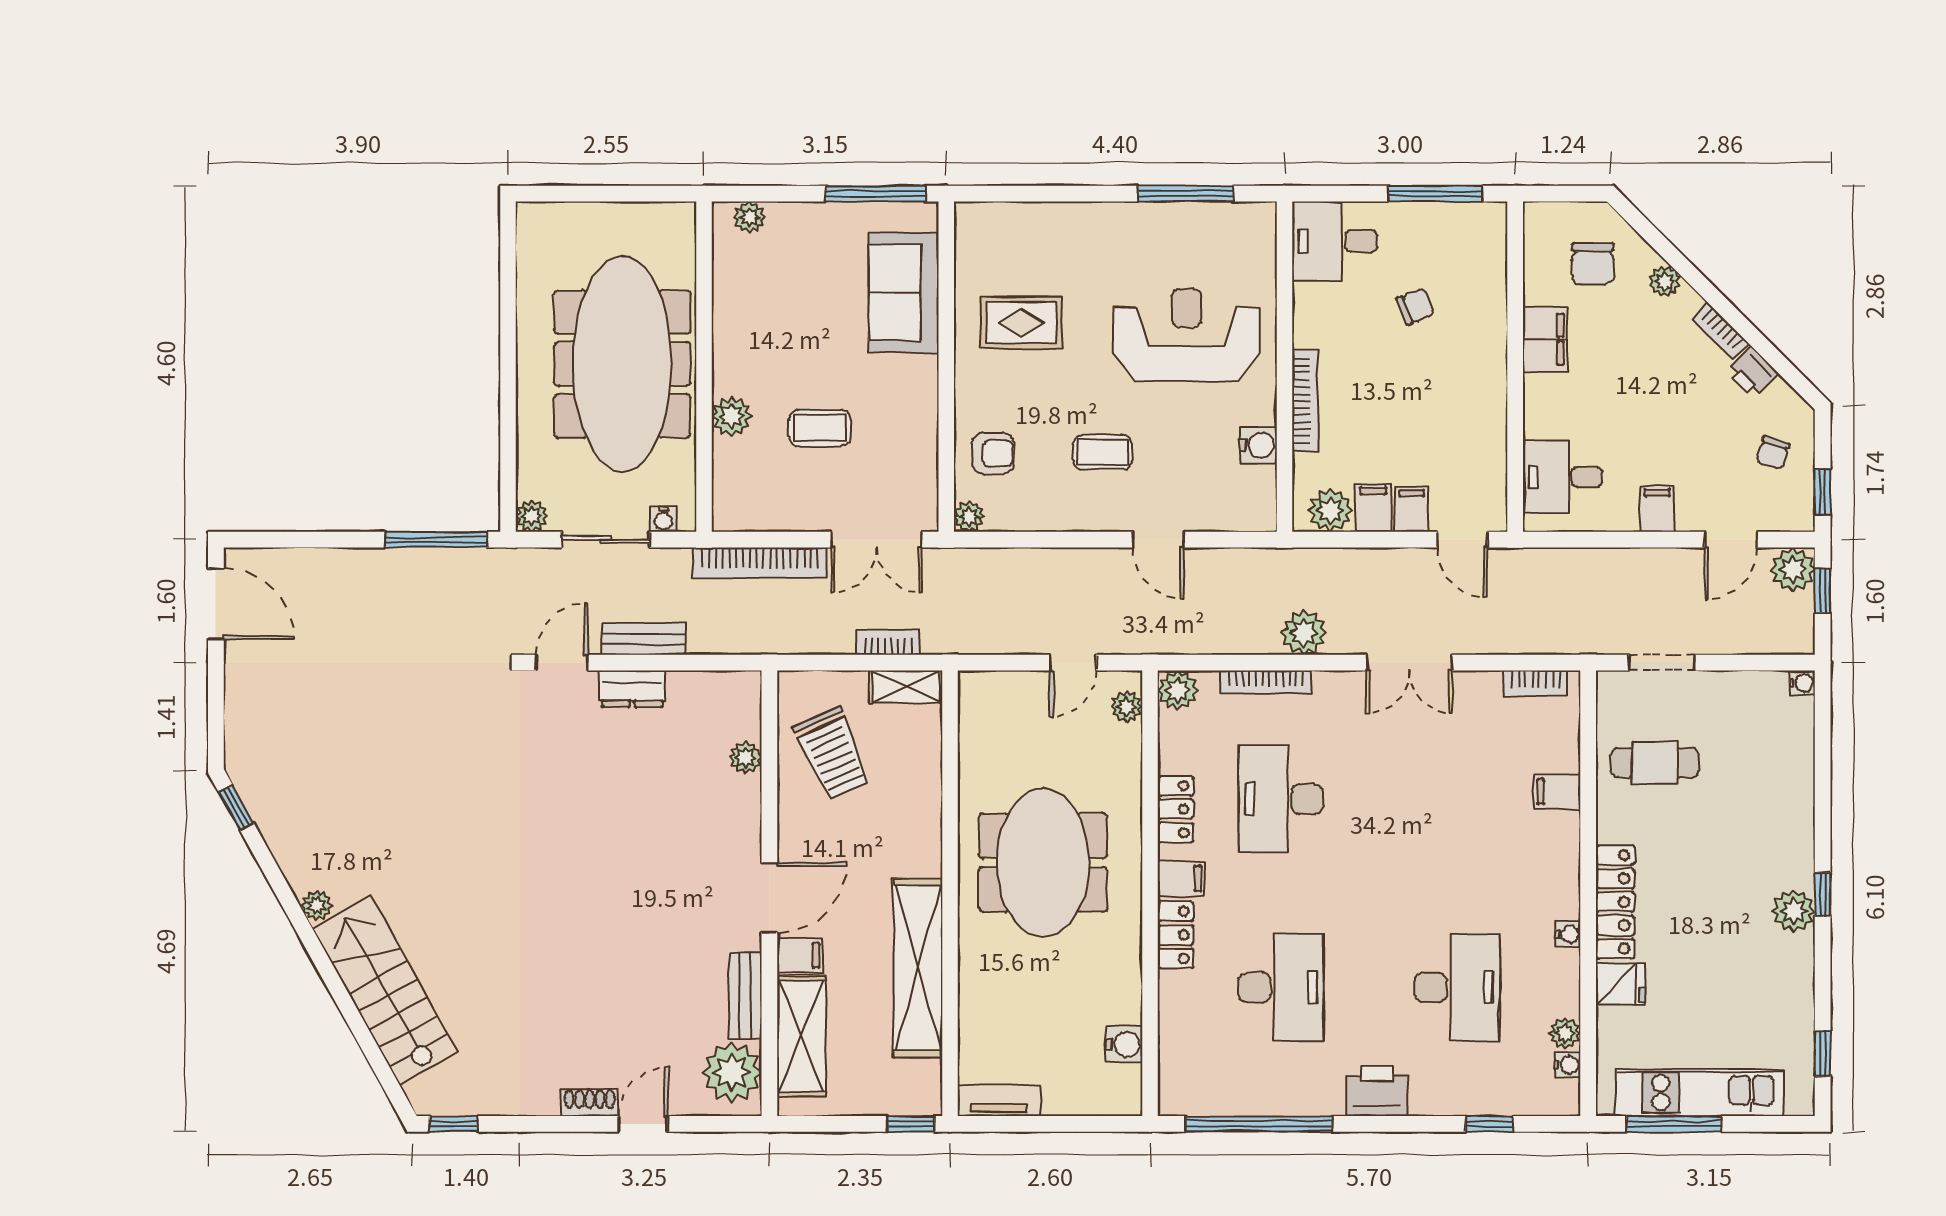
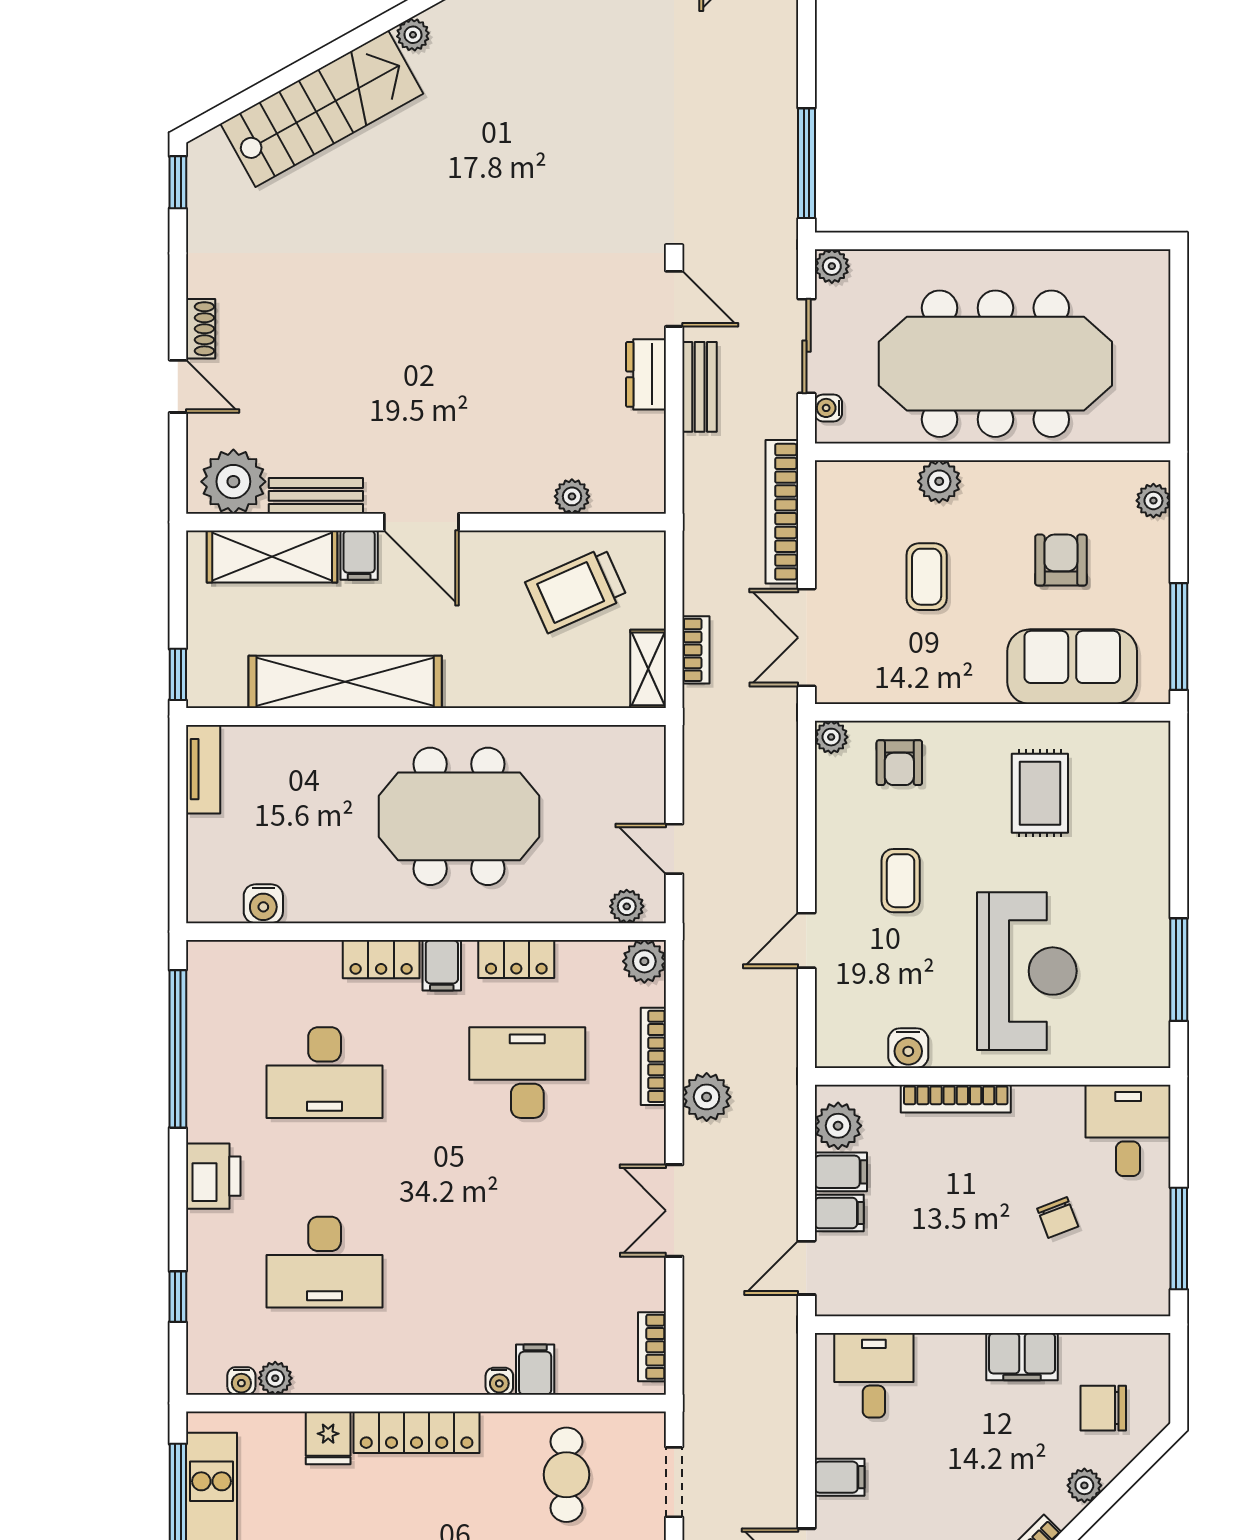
armchair: (805, 303) -> (1061, 560), added
water cooler: (1568, 934) -> (499, 1381), moved

